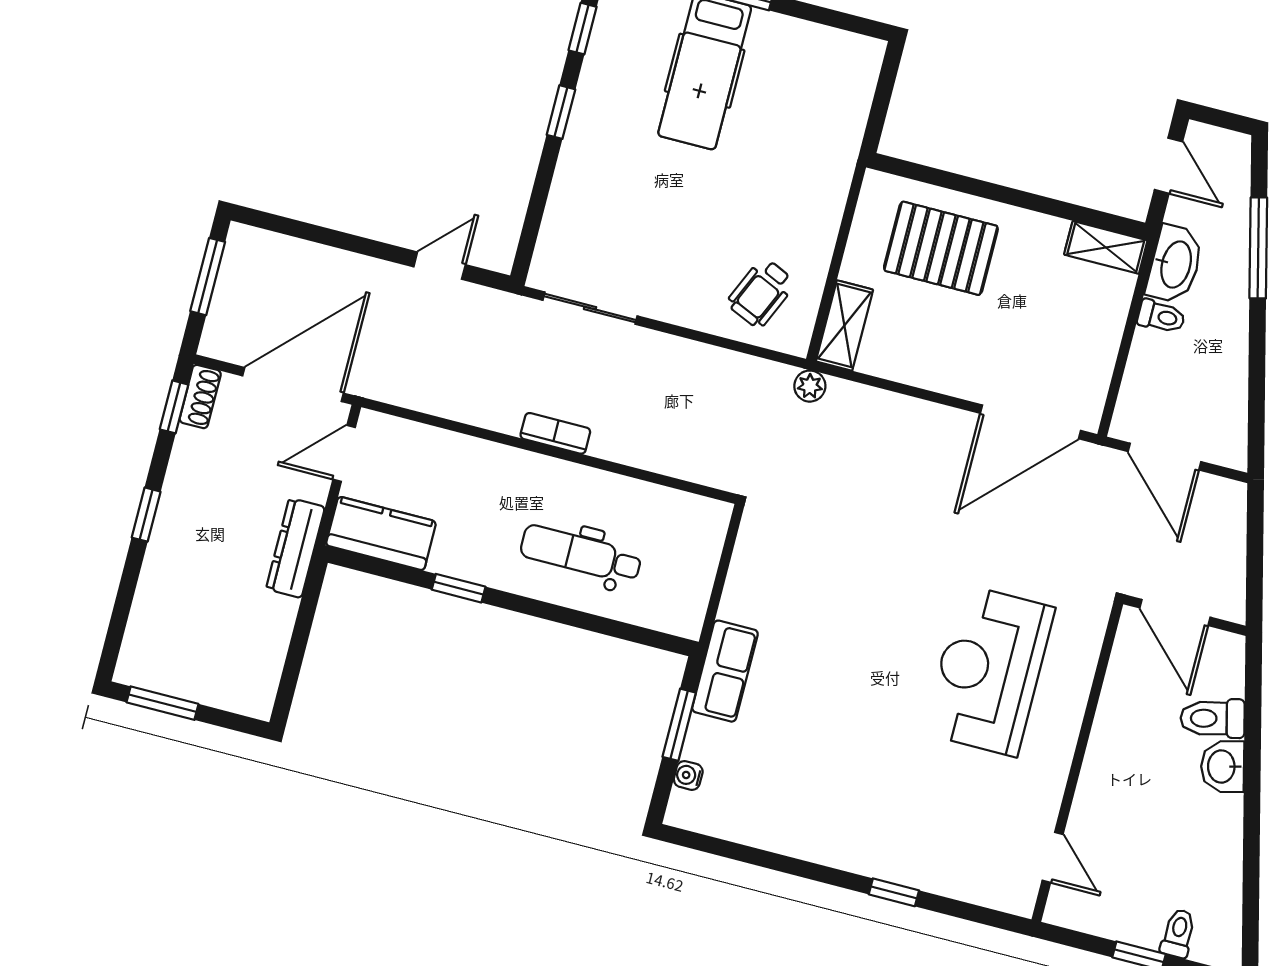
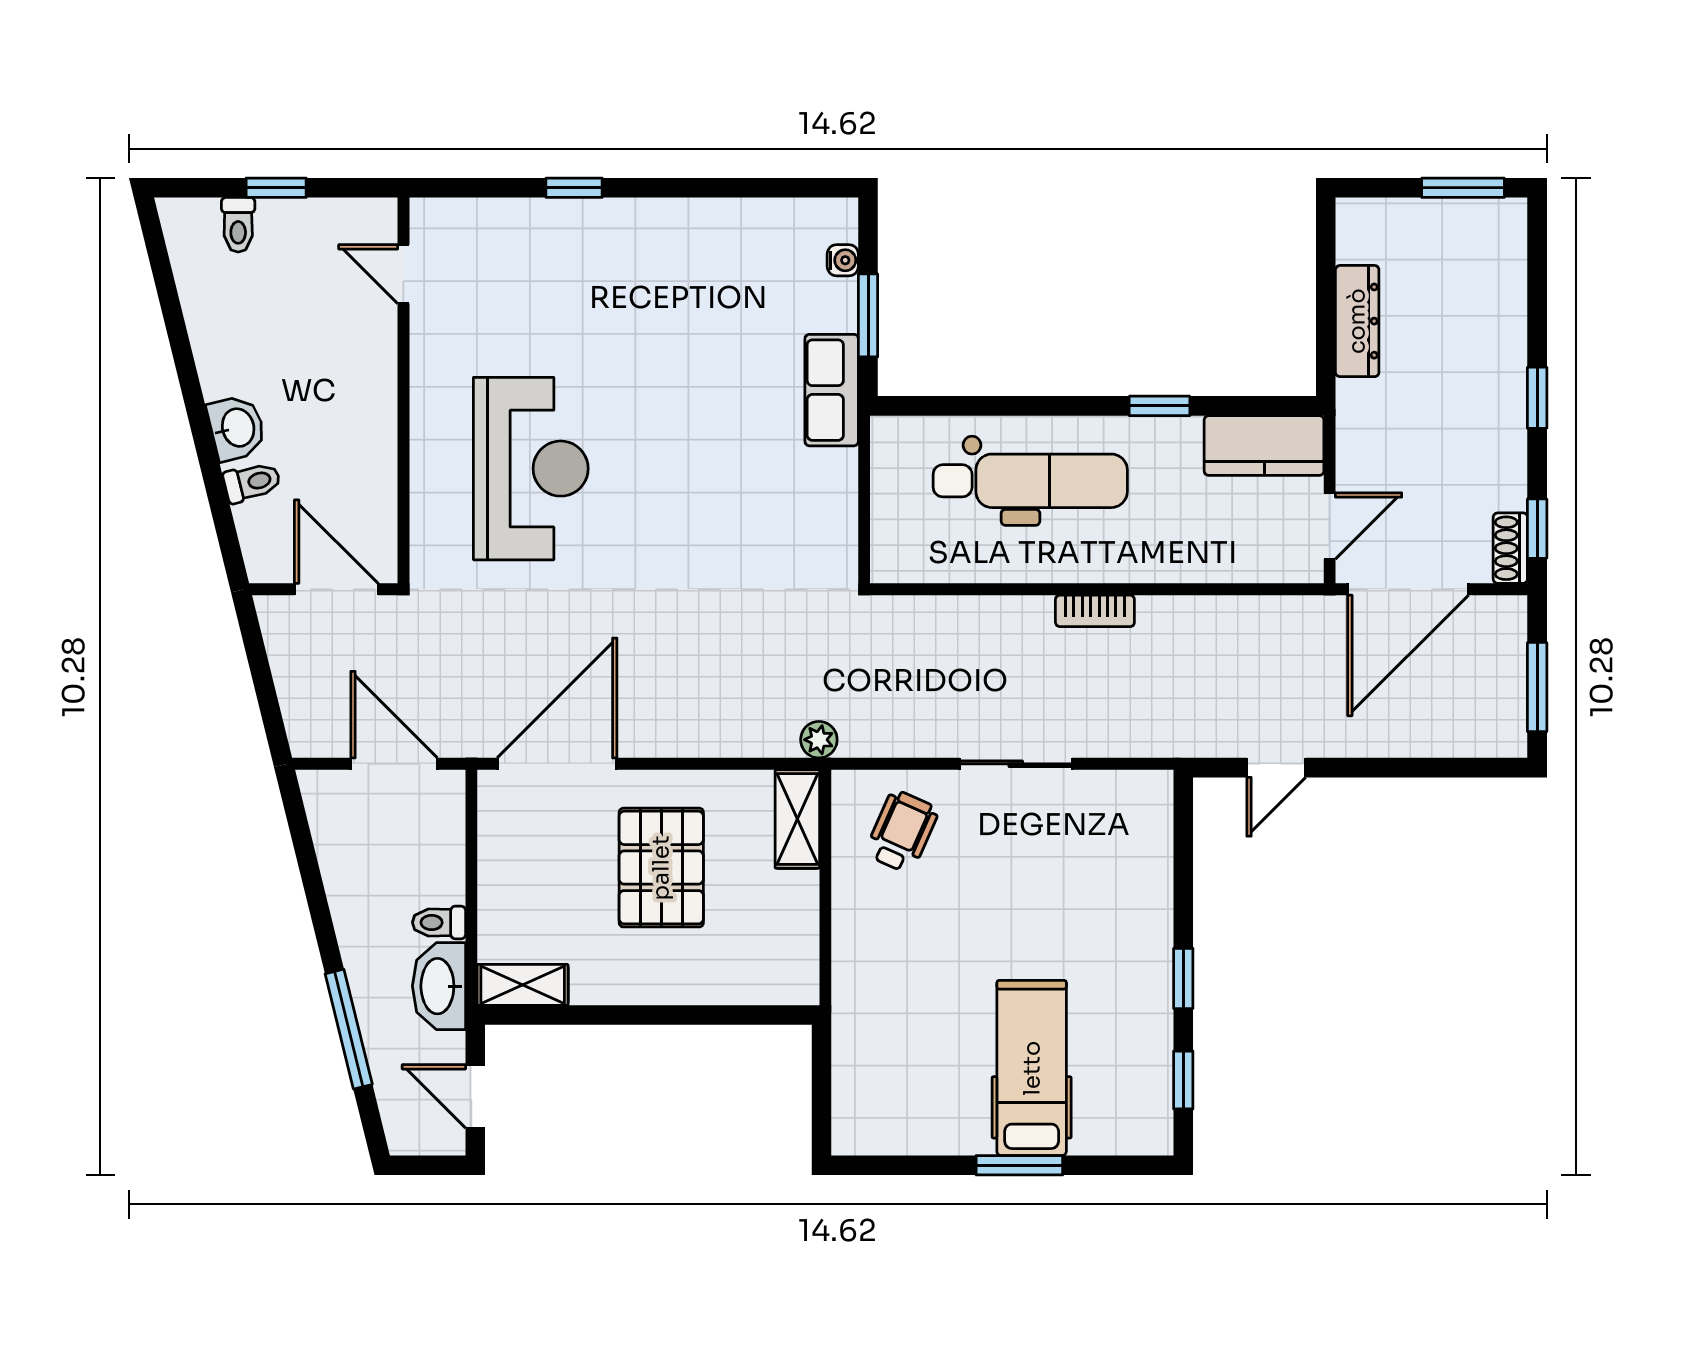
pallet: (941, 248) -> (661, 868), moved, turned 90
sliding door: (590, 308) -> (1016, 764), moved
dresser: (295, 548) -> (1357, 321), moved
dental chair: (581, 554) -> (1030, 481), width x1.36, depth x1.38
toilet: (1213, 718) -> (252, 482), width x0.73, depth x0.72

